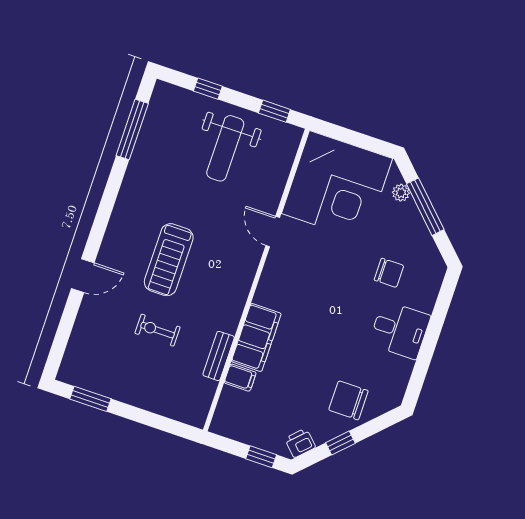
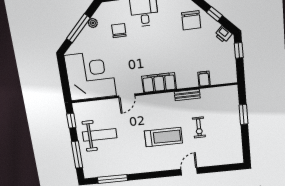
window: (208, 89) -> (77, 155), width x2.17
plant: (401, 193) -> (93, 23), moved
door: (83, 276) -> (189, 171), hinge flipped
filing cabinet: (256, 337) -> (159, 83), moved
bench: (219, 356) -> (187, 95), moved
window: (90, 399) -> (243, 114), moved

